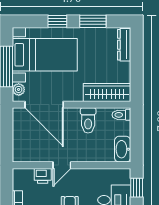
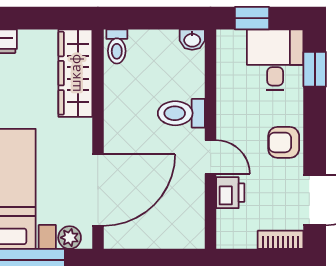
toilet: (88, 120) -> (181, 113), moved, turned 180
washbasin: (123, 149) -> (192, 40), width x0.52, depth x0.69

